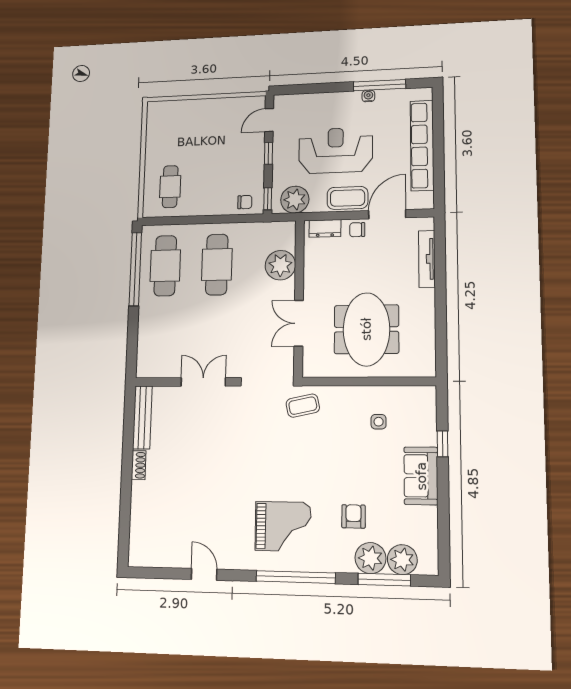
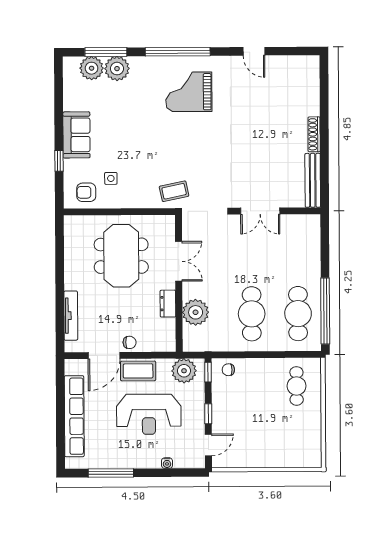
water cooler: (368, 96) -> (167, 463), moved
dresser: (325, 228) -> (168, 304), moved, turned -90
shoe rack: (139, 465) -> (314, 134), width x1.43
armchair: (353, 516) -> (86, 192), moved, turned 90

